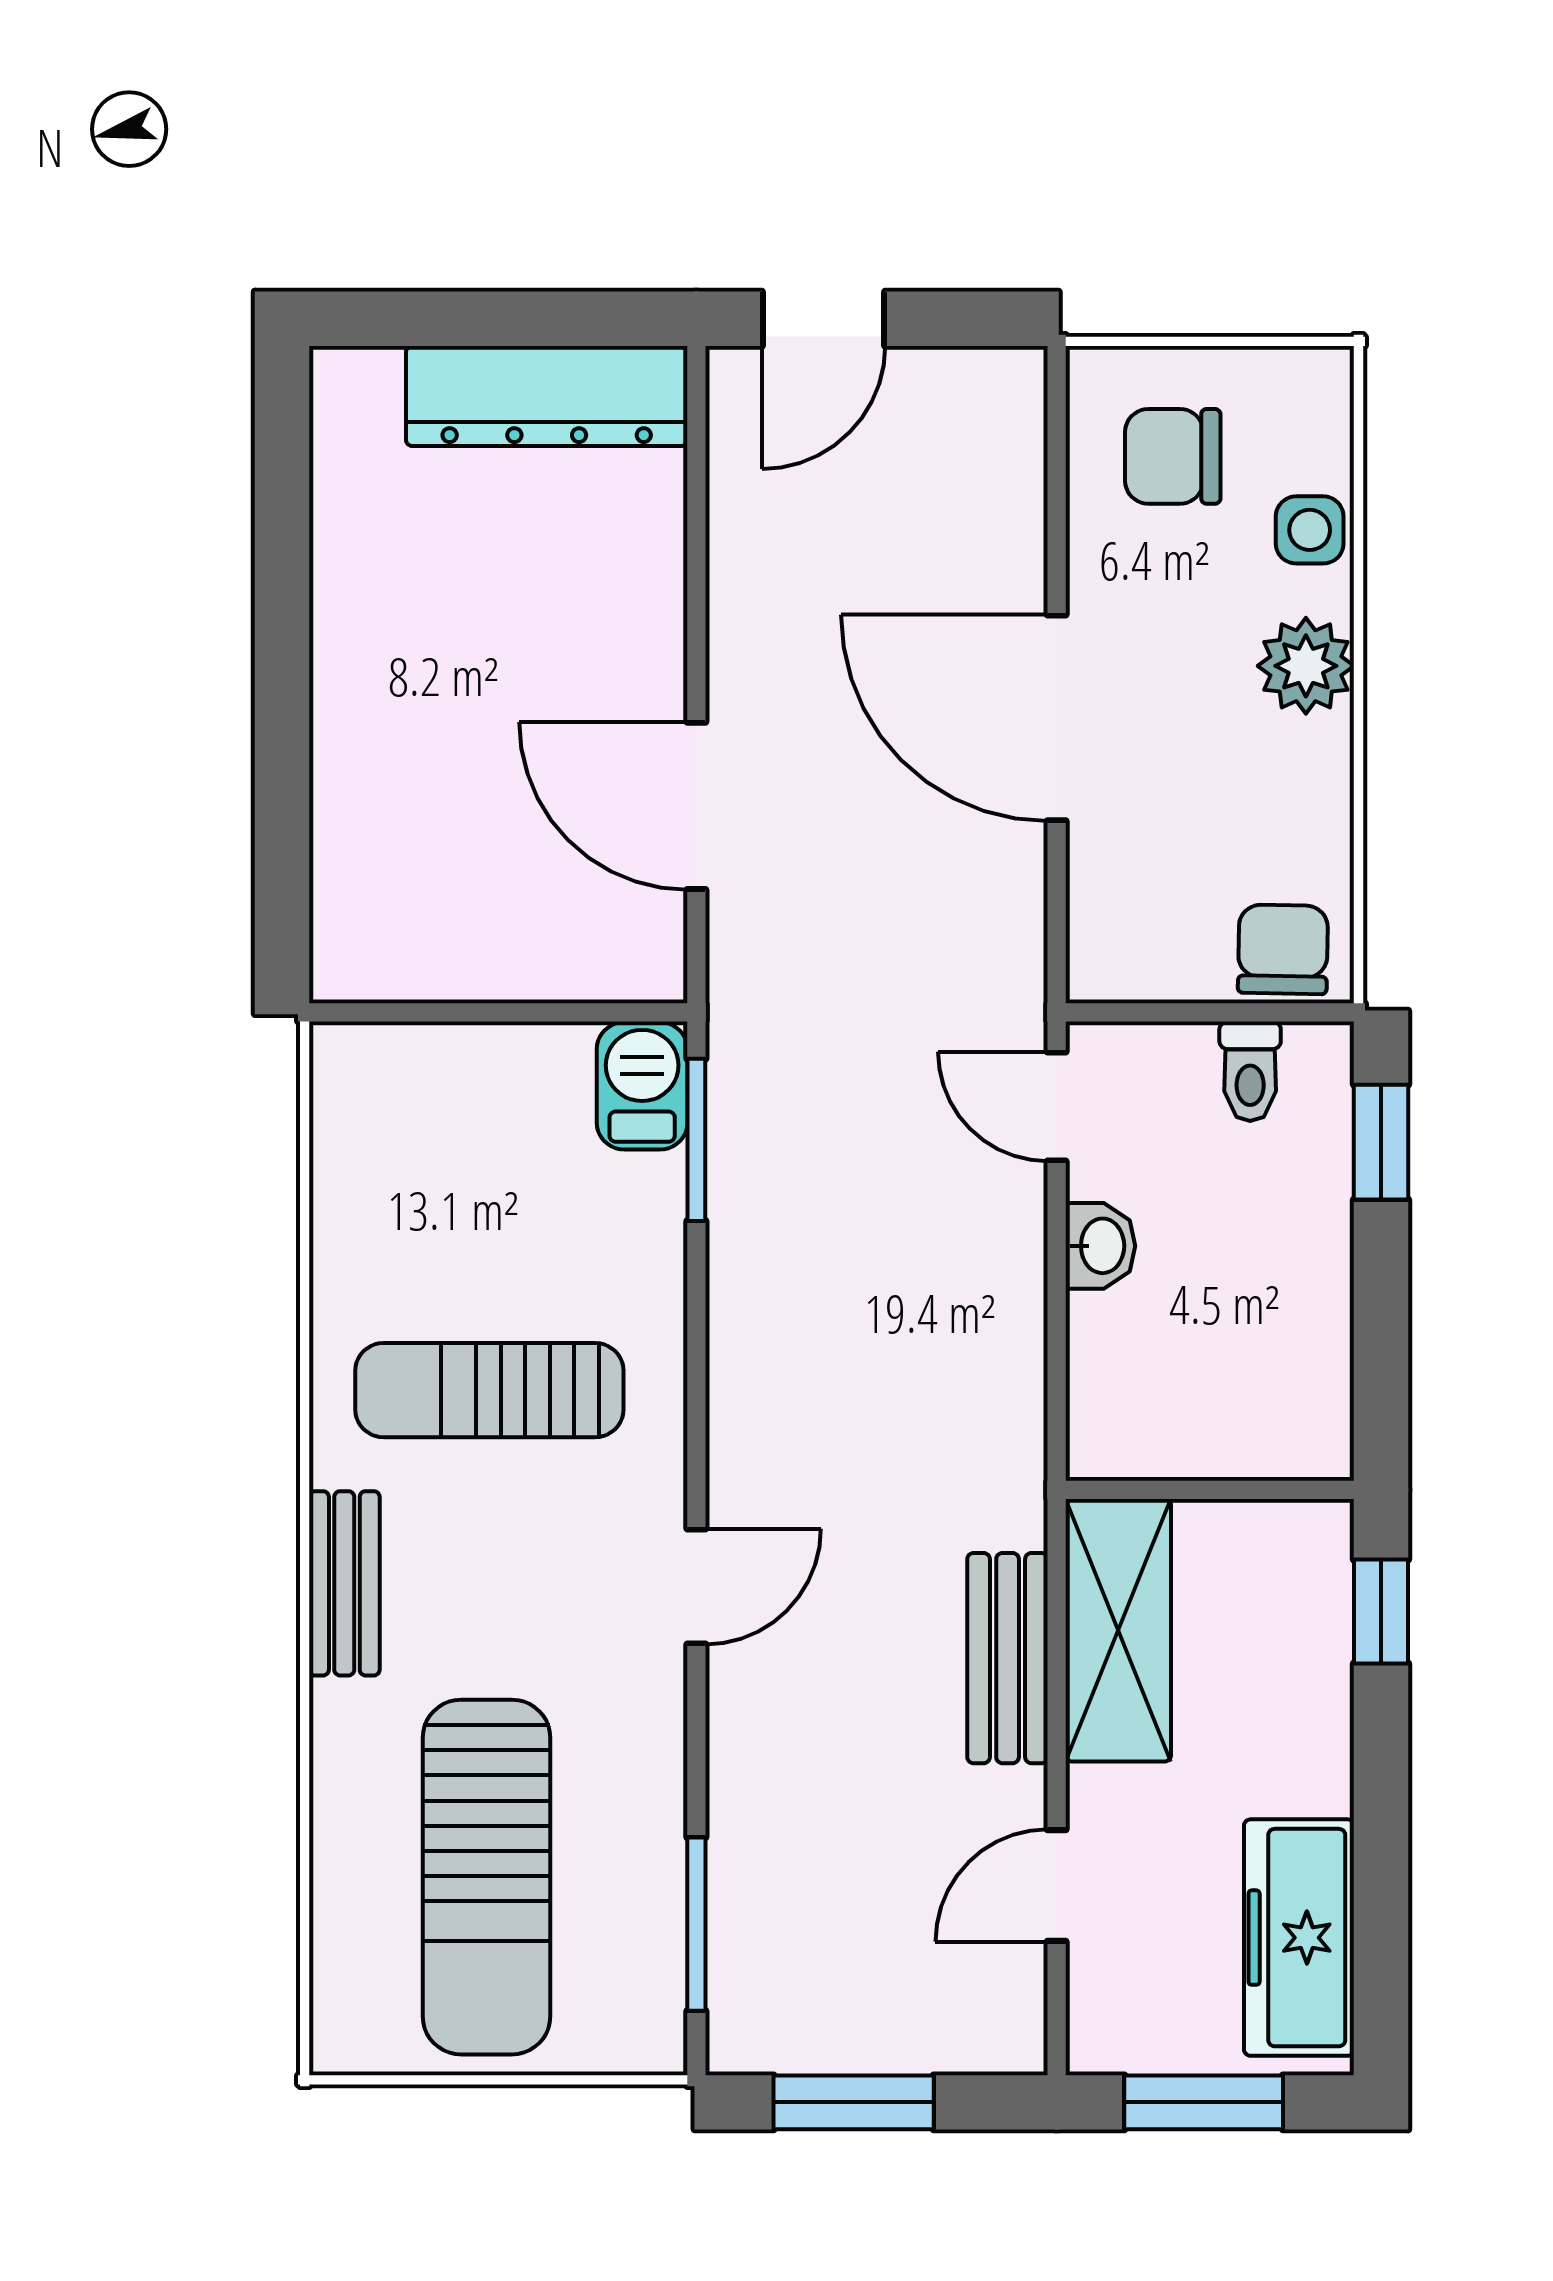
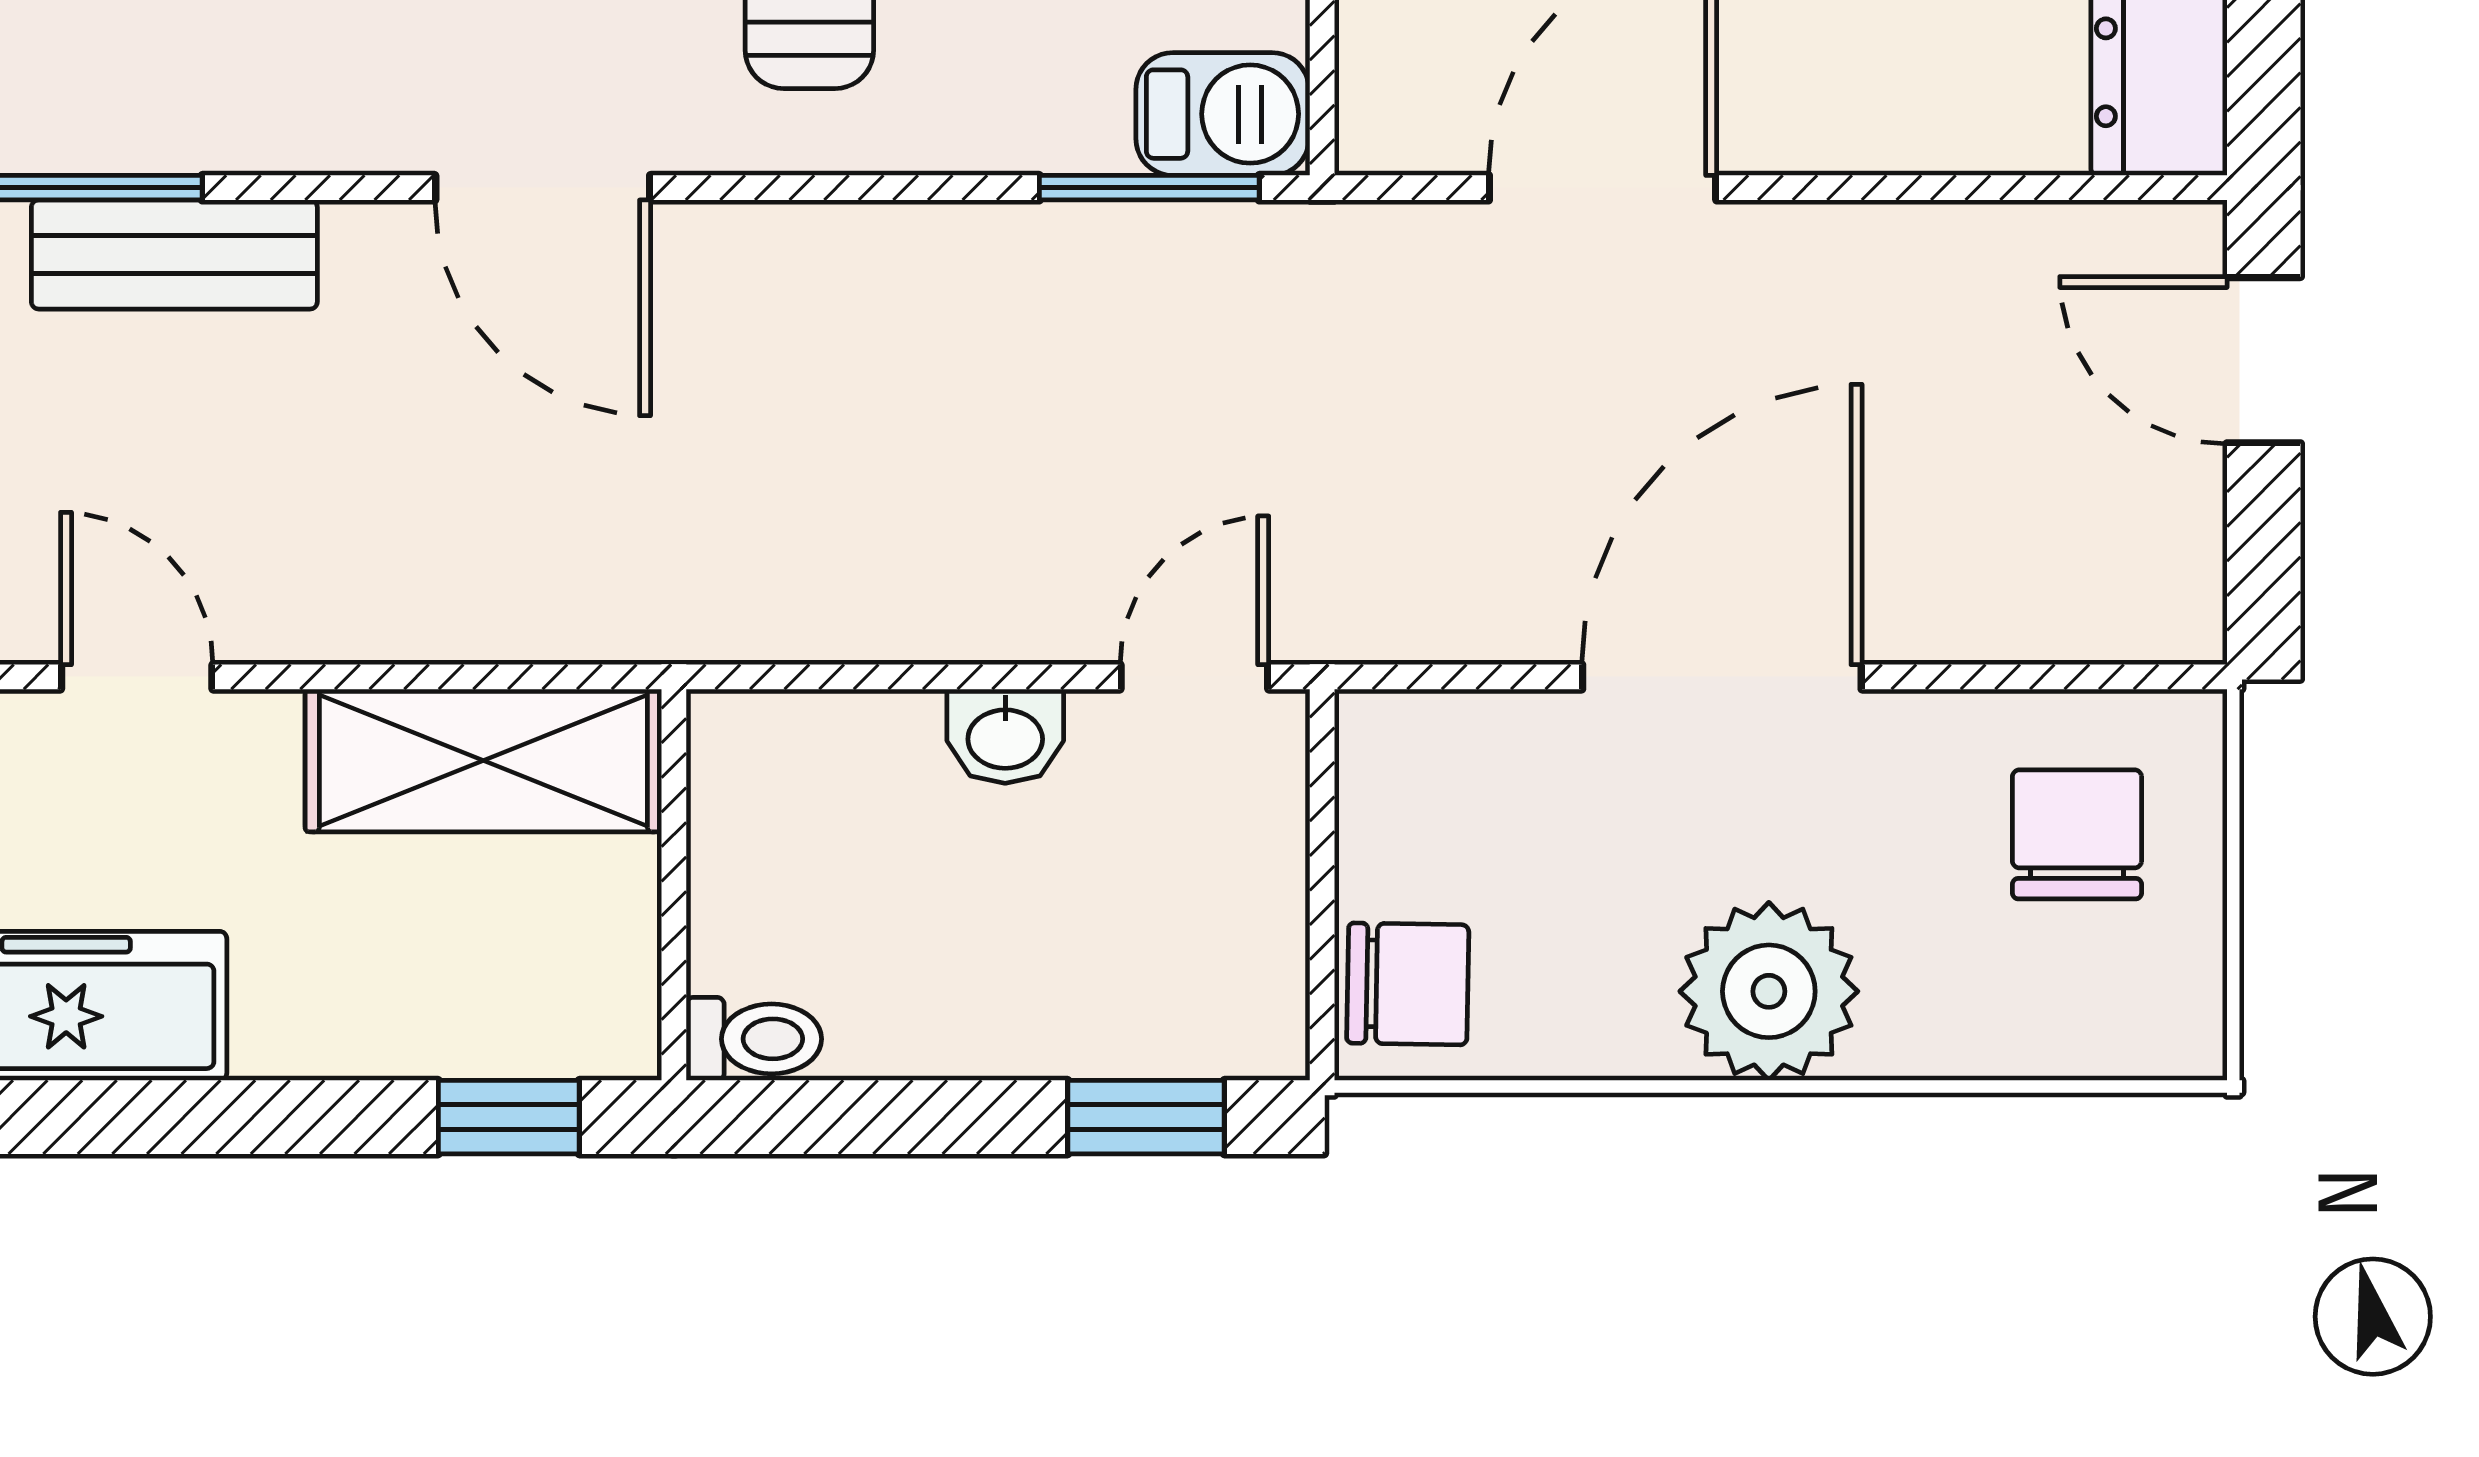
side table: (1310, 530) -> (1977, 1020), removed
plant: (1306, 666) -> (1769, 991), width x1.36, depth x1.36
toilet: (1250, 1071) -> (754, 1039), moved, turned 180
door: (696, 1587) -> (543, 188), width x1.38
bench: (1008, 1658) -> (174, 255), moved

